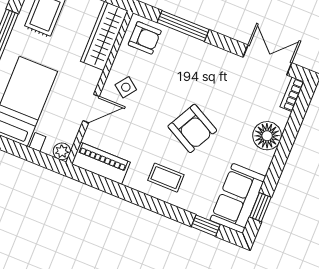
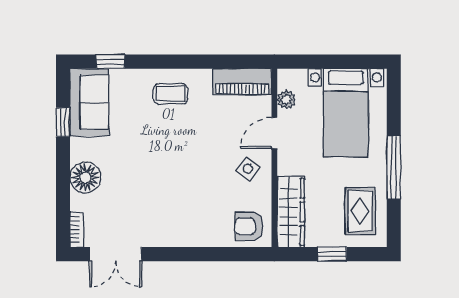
window: (183, 26) -> (215, 254), removed
armchair: (192, 128) -> (164, 154), removed
plant: (62, 151) -> (286, 100), moved
window: (260, 207) -> (63, 122), moved

